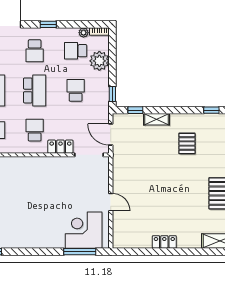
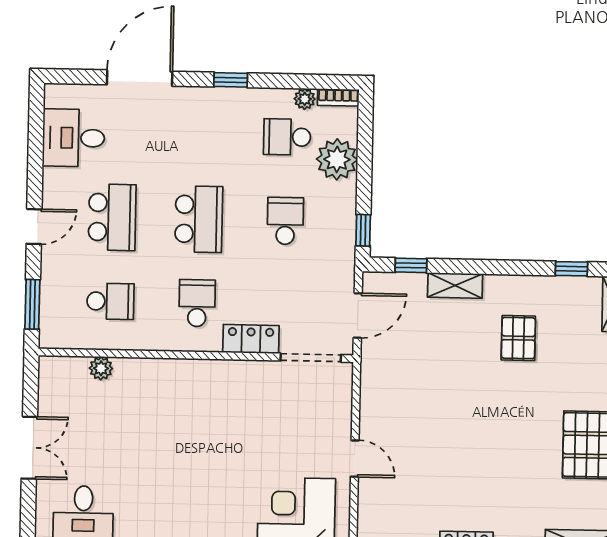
school desk: (35, 51) -> (201, 135), removed
door: (111, 134) -> (358, 316), swing flipped

